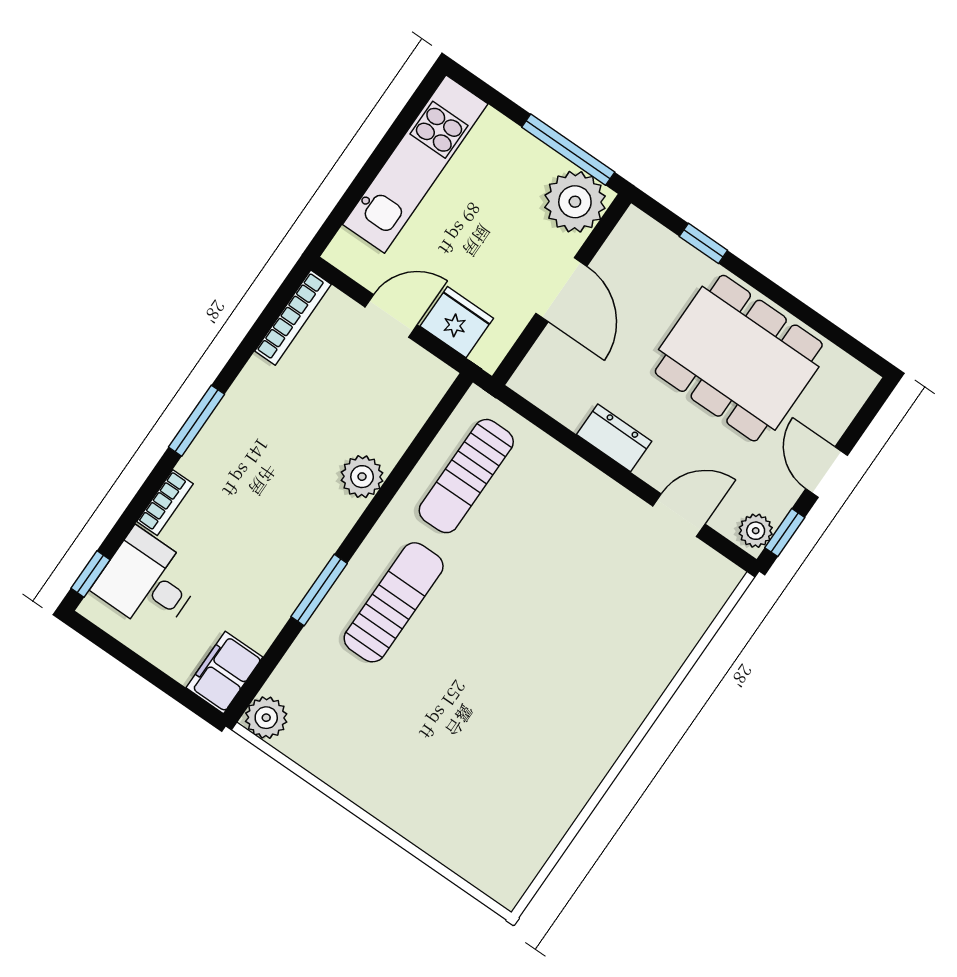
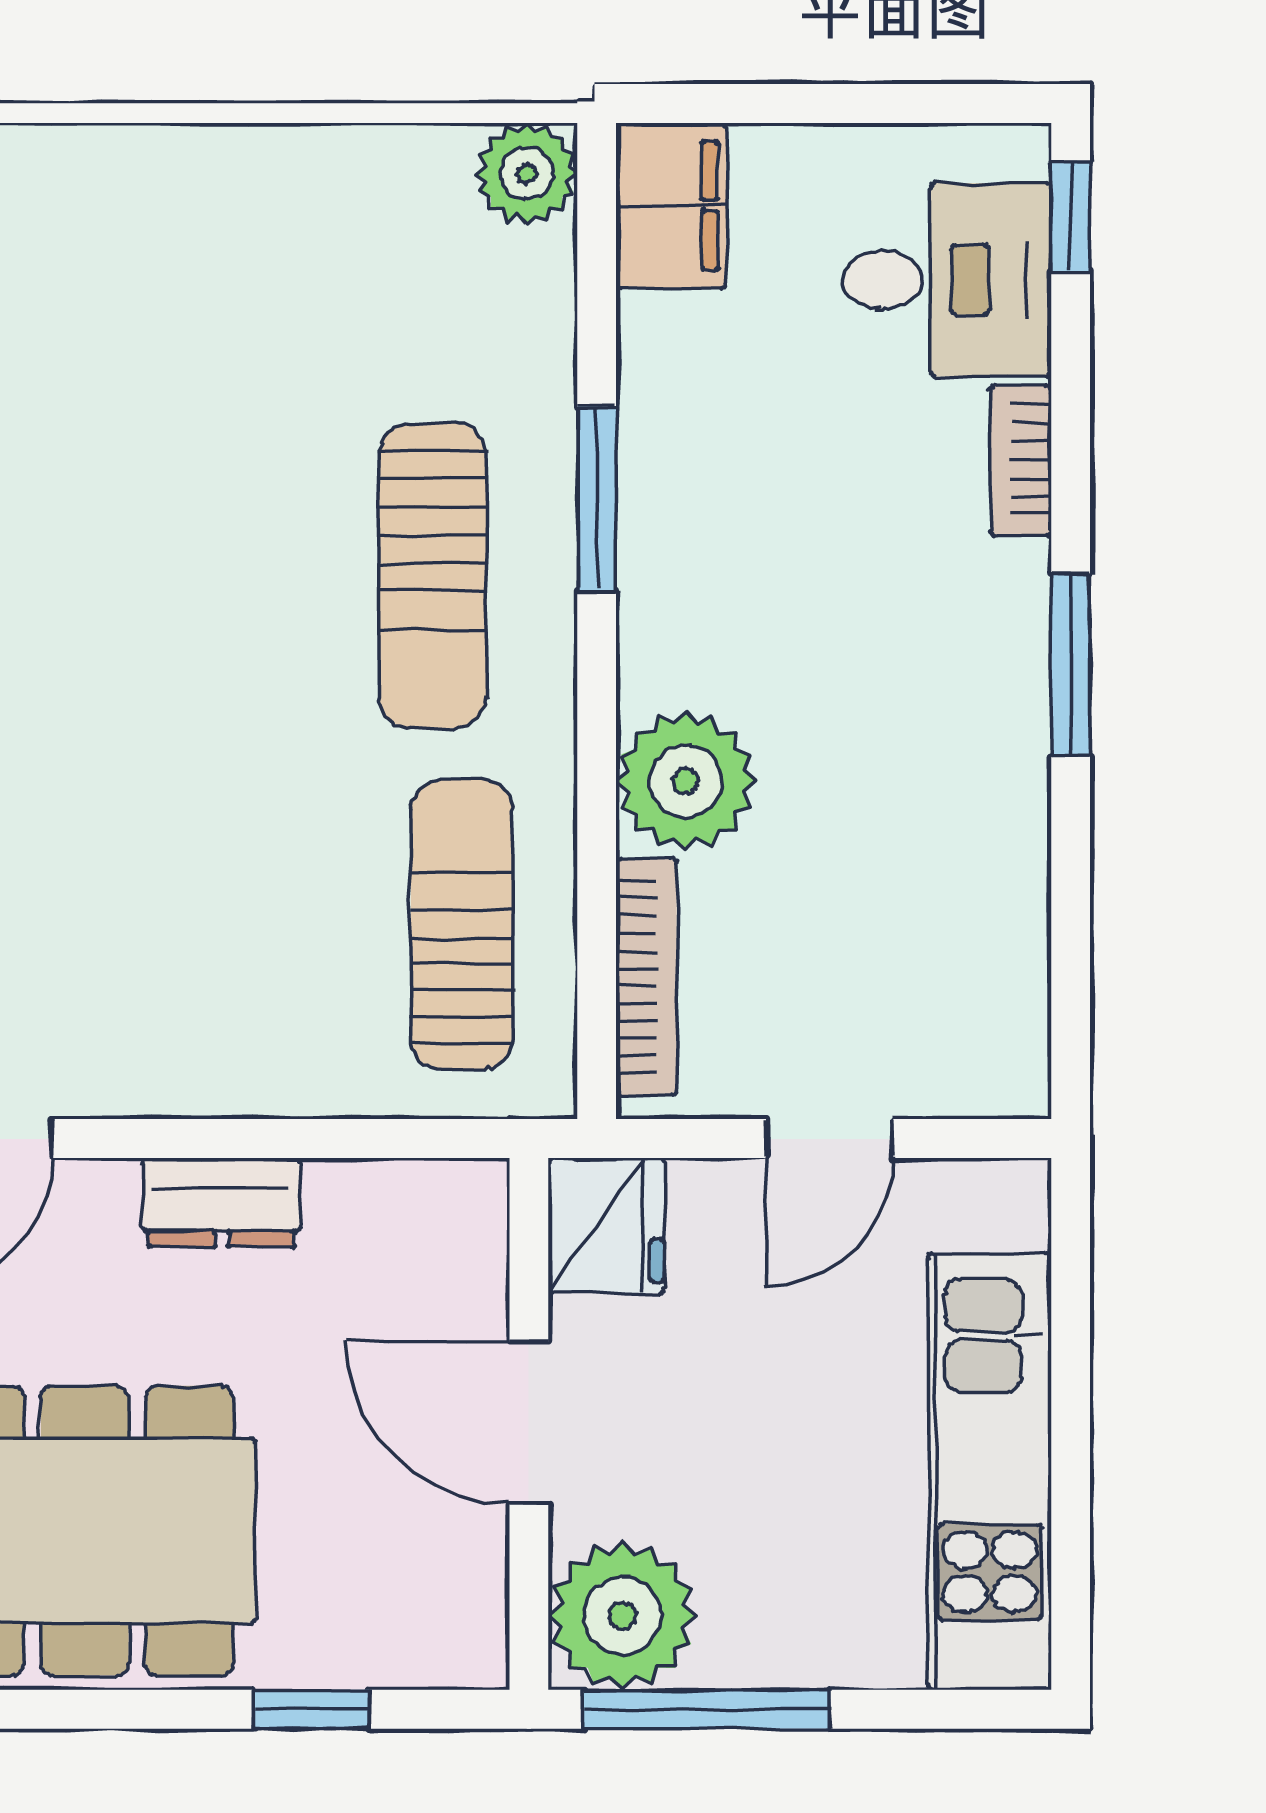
bookcase: (293, 318) -> (646, 977), moved, turned 180
fridge: (457, 322) -> (606, 1225), moved, turned -90
plant: (362, 477) -> (686, 781), width x1.36, depth x1.36

